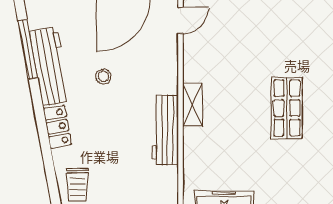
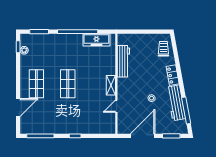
door: (180, 20) -> (116, 106), moved
workbench: (165, 130) -> (123, 61), moved

